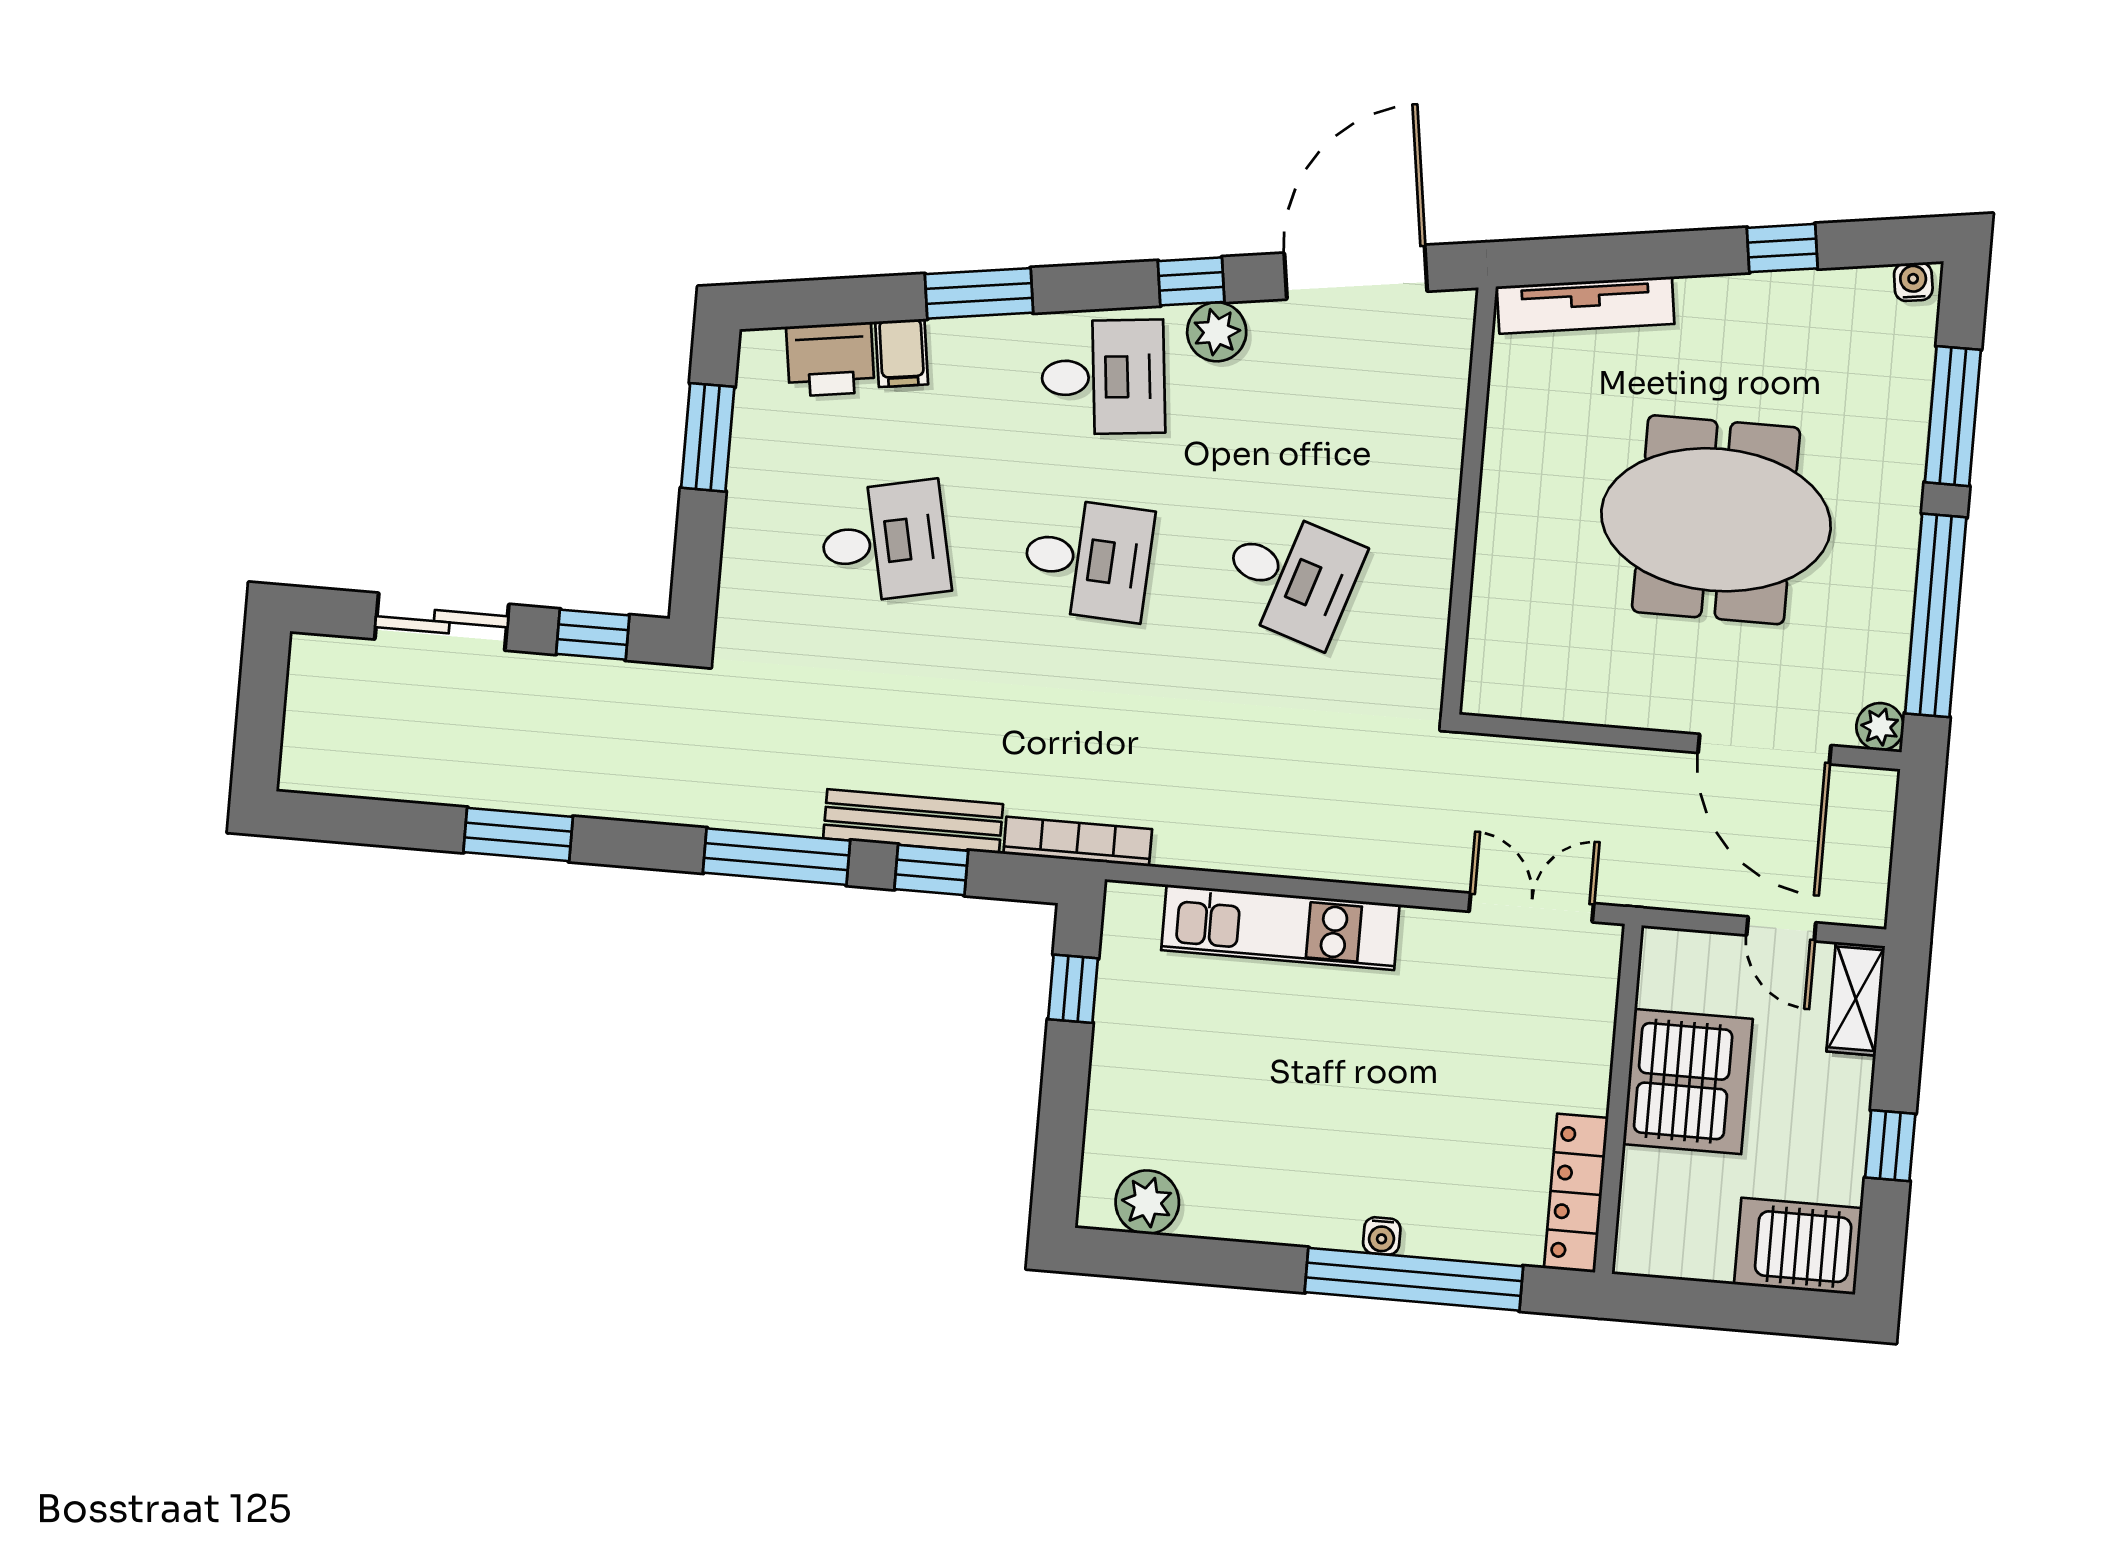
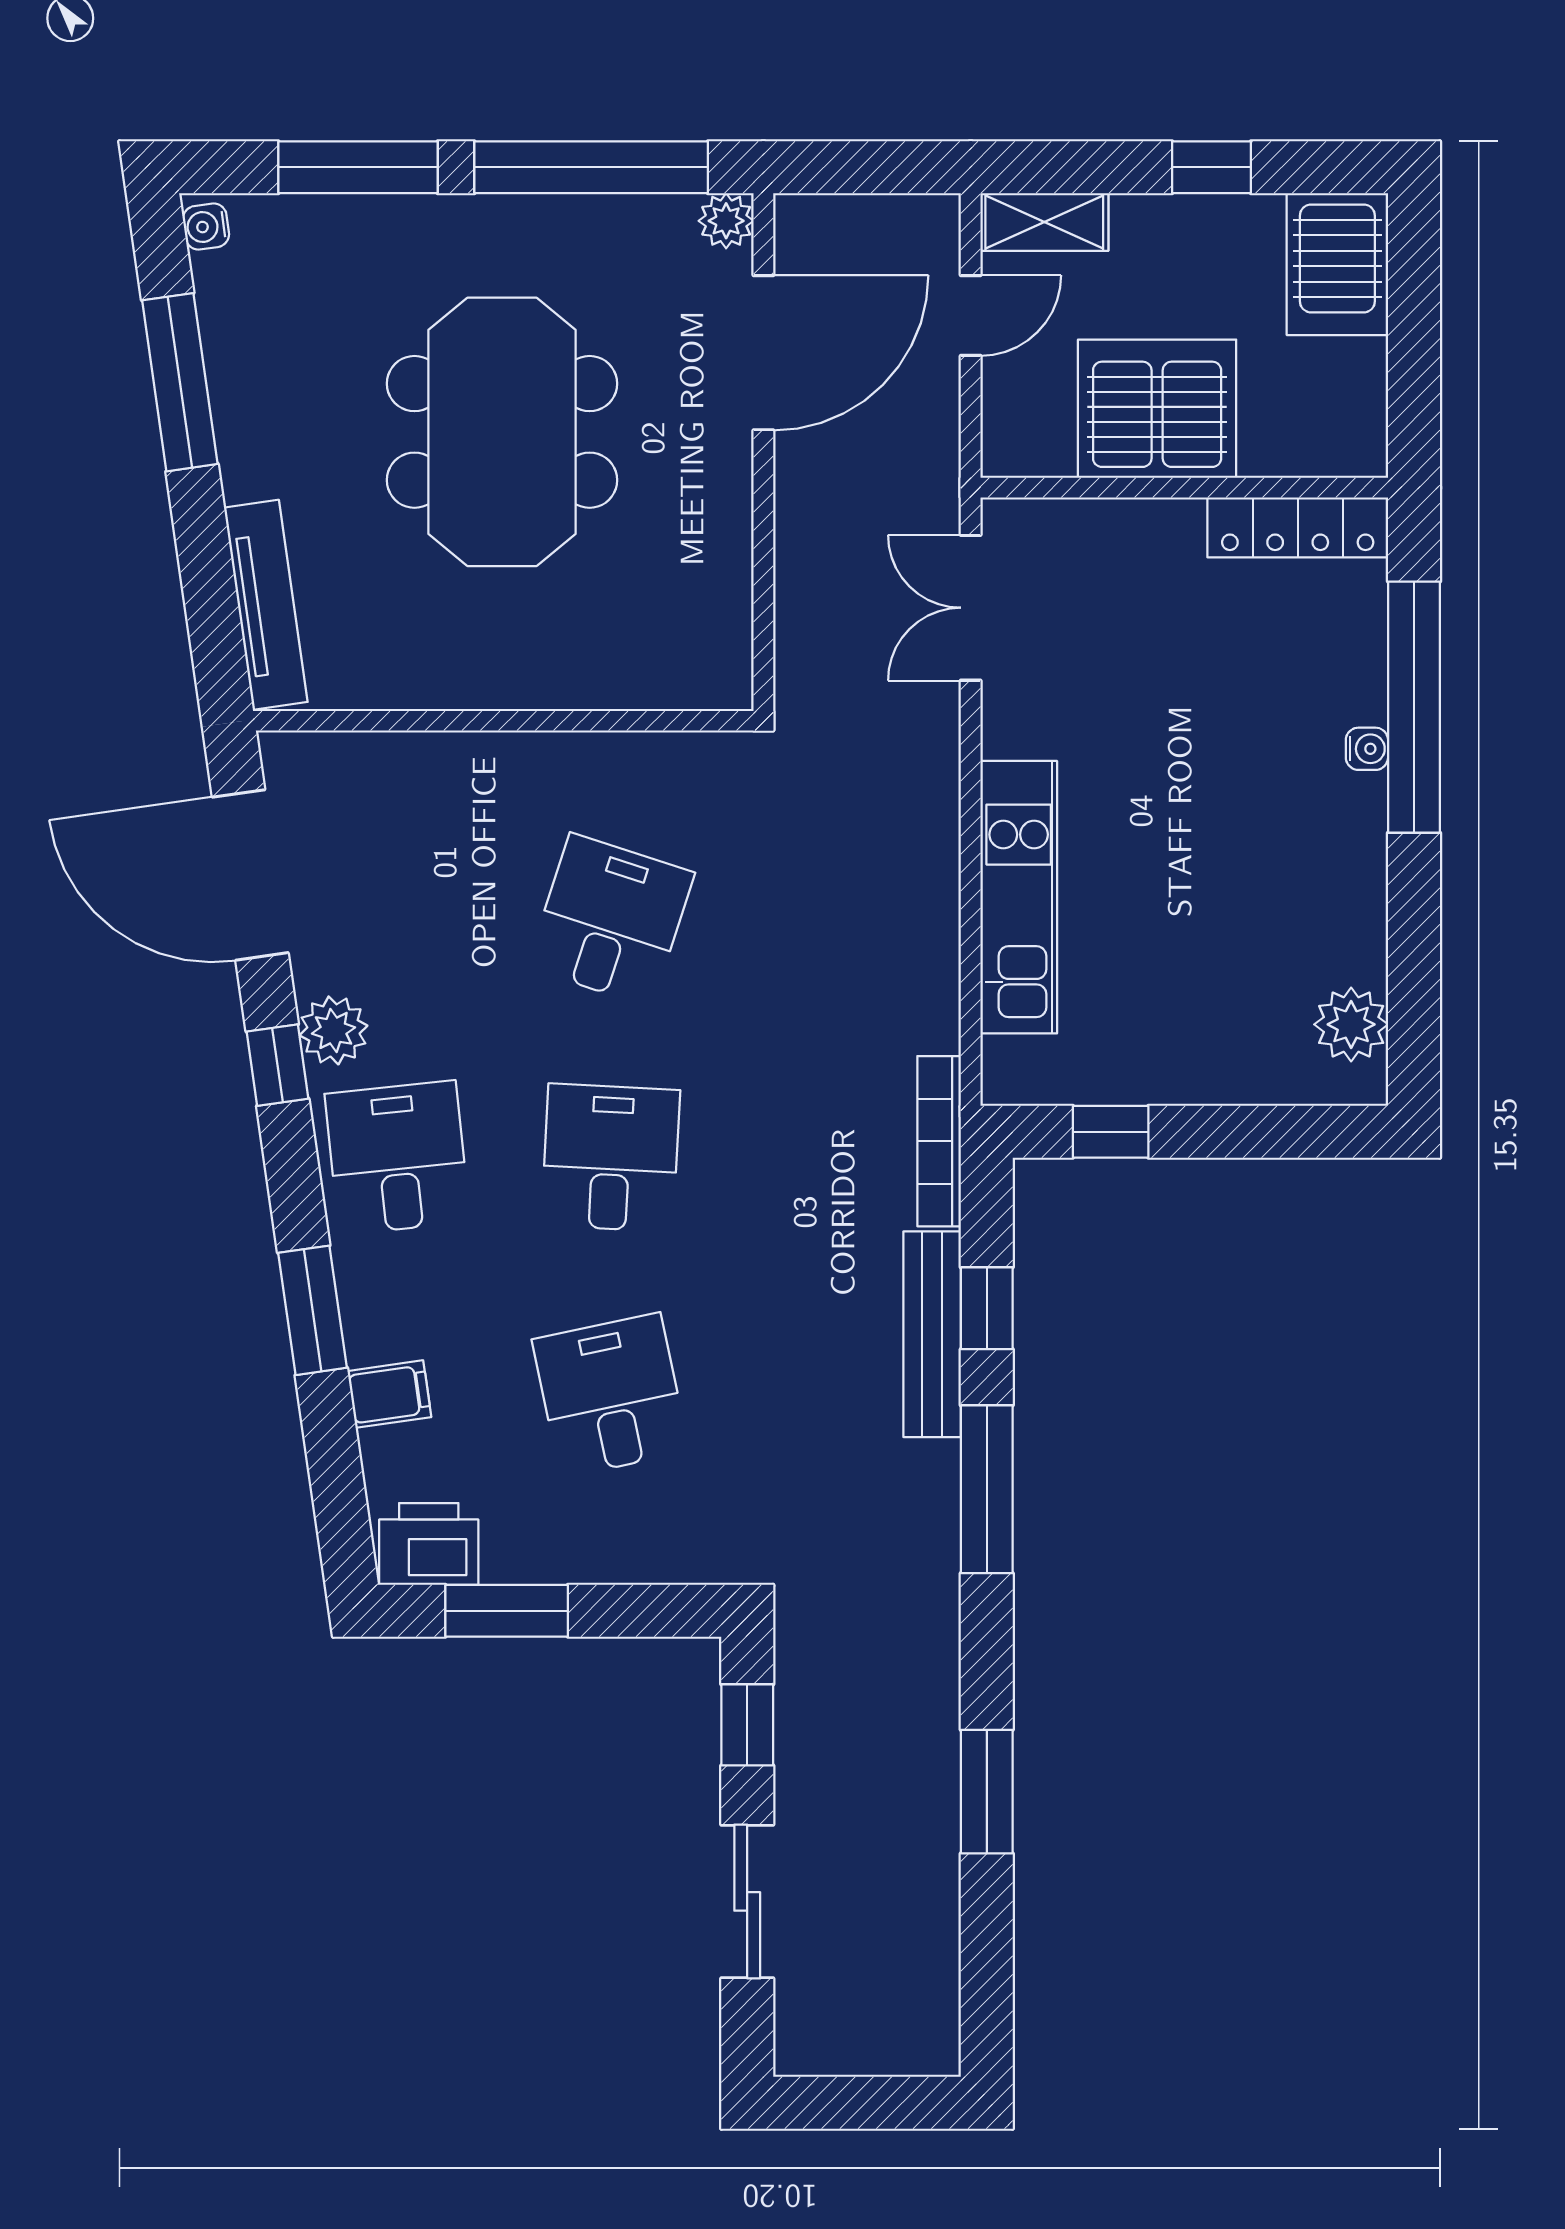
window: (1782, 248) -> (180, 382), width x2.17
printer: (830, 359) -> (429, 1544), moved, turned -82

